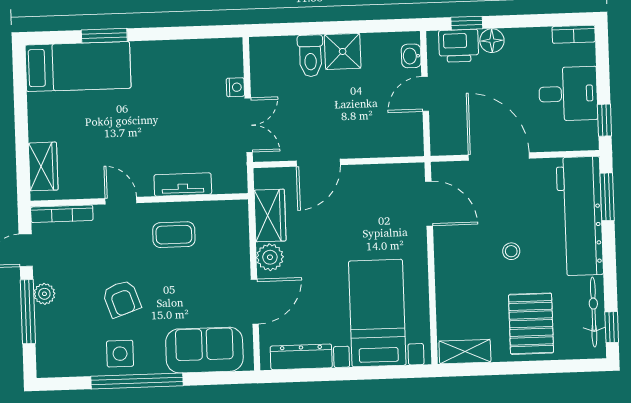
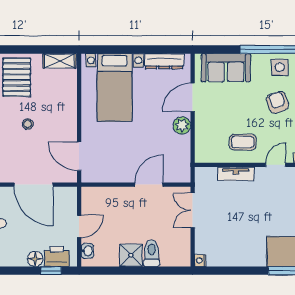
nightstand: (235, 87) -> (200, 261), moved
door: (121, 201) -> (276, 165), swing flipped
wardrobe: (270, 216) -> (181, 152), removed

